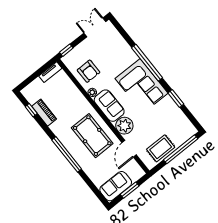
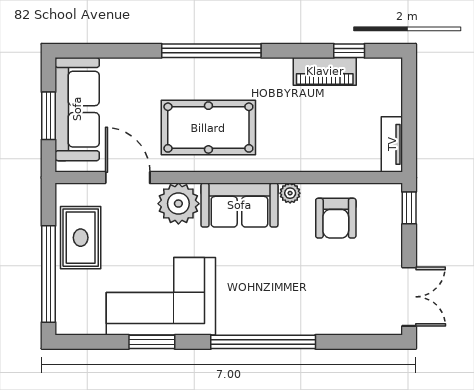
armchair: (89, 71) -> (336, 218), turned -90
corner sofa: (142, 86) -> (161, 296), moved
sofa: (116, 186) -> (77, 109), width x1.36

